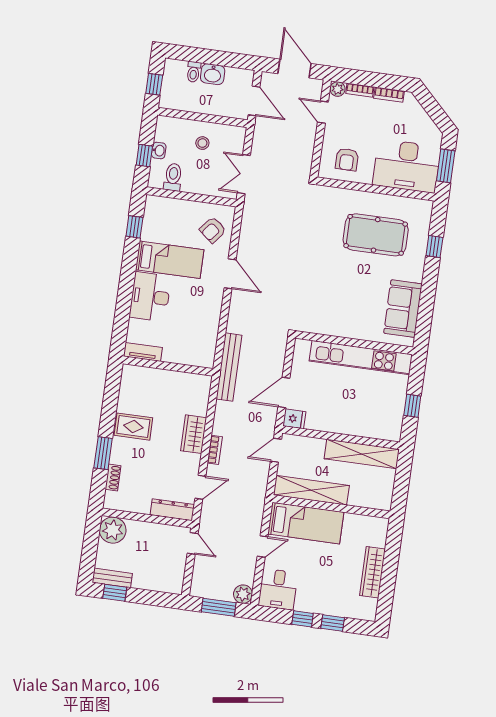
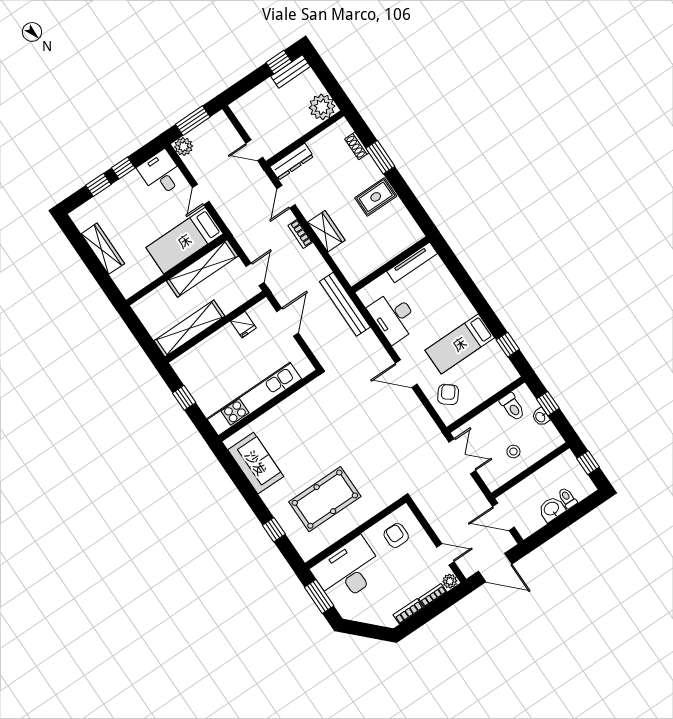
desk: (150, 297) -> (394, 317), moved, turned 180
tv unit: (143, 352) -> (412, 262), width x1.41
fridge: (294, 419) -> (243, 325), moved, turned -90

